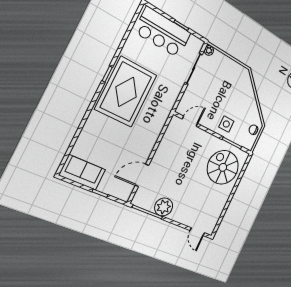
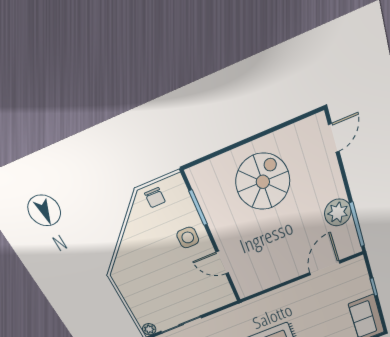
door: (190, 121) -> (222, 263), moved
spiral stairs: (223, 167) -> (263, 182), moved, turned 180
door: (142, 175) -> (325, 268), swing flipped

